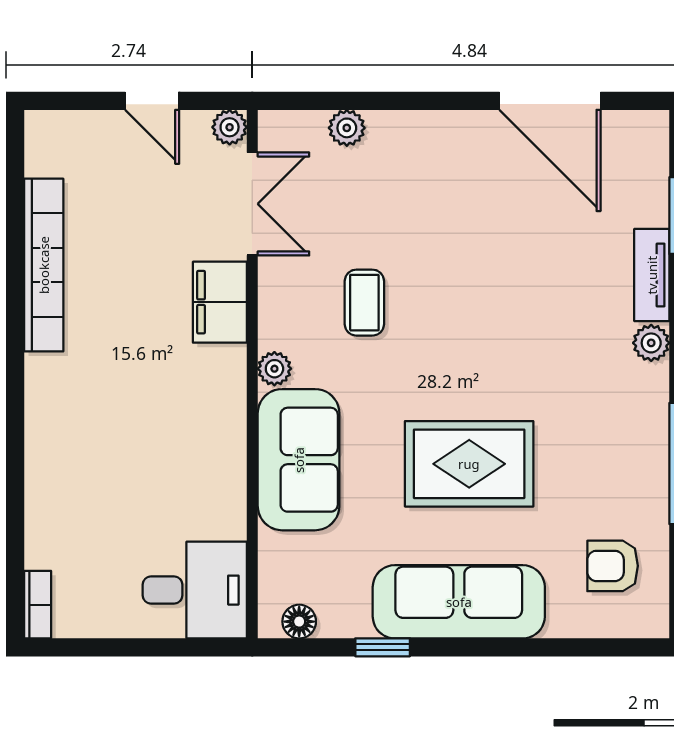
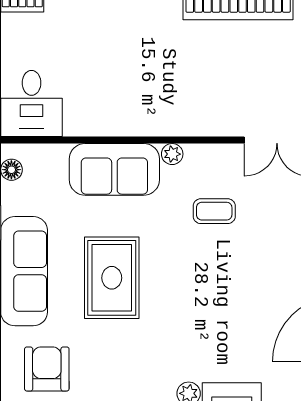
filing cabinet: (220, 302) -> (214, 119), removed
armchair: (613, 566) -> (47, 369), width x1.38, depth x1.38

